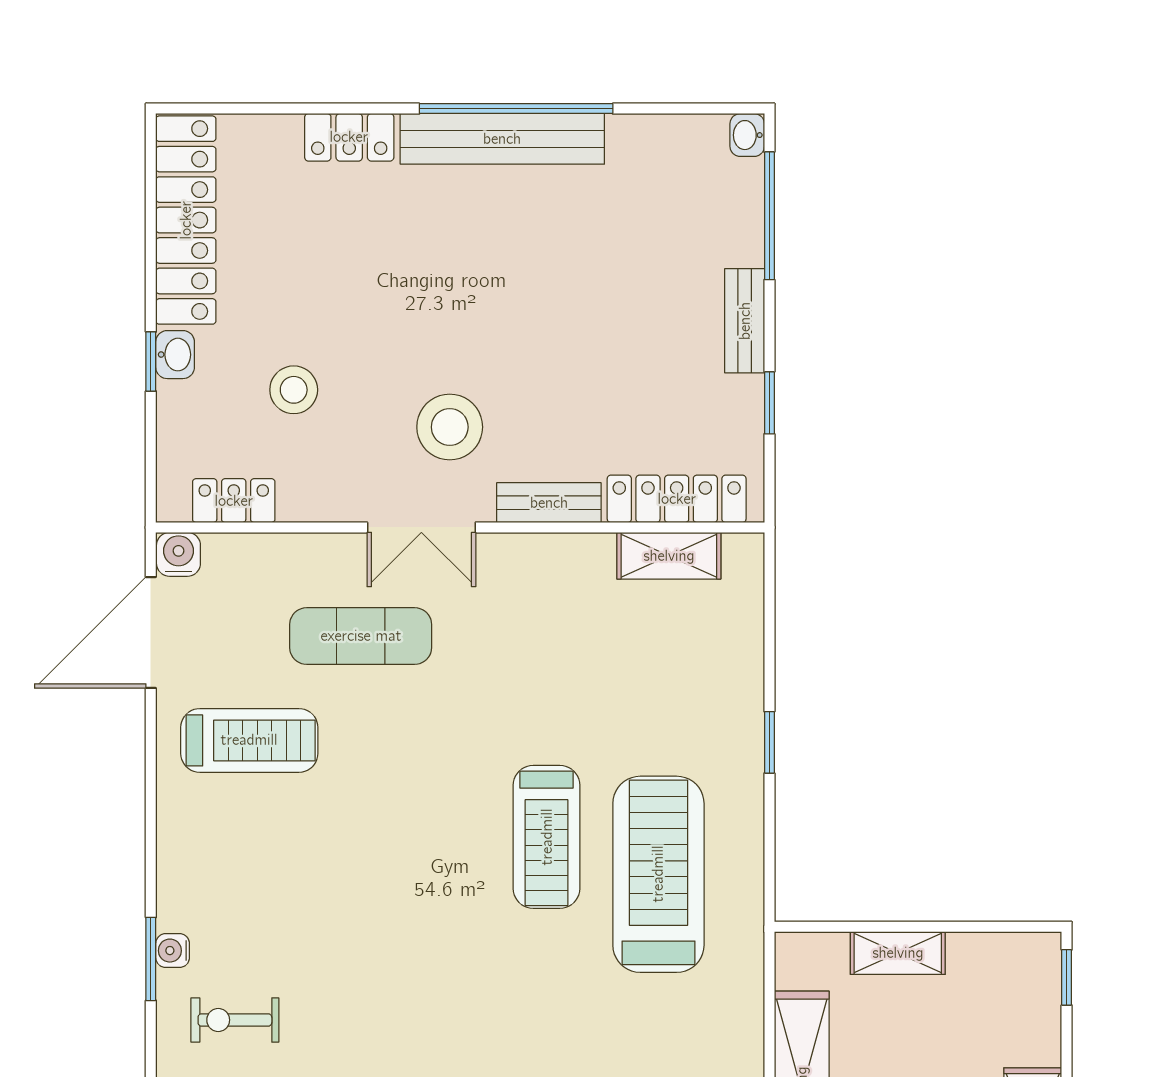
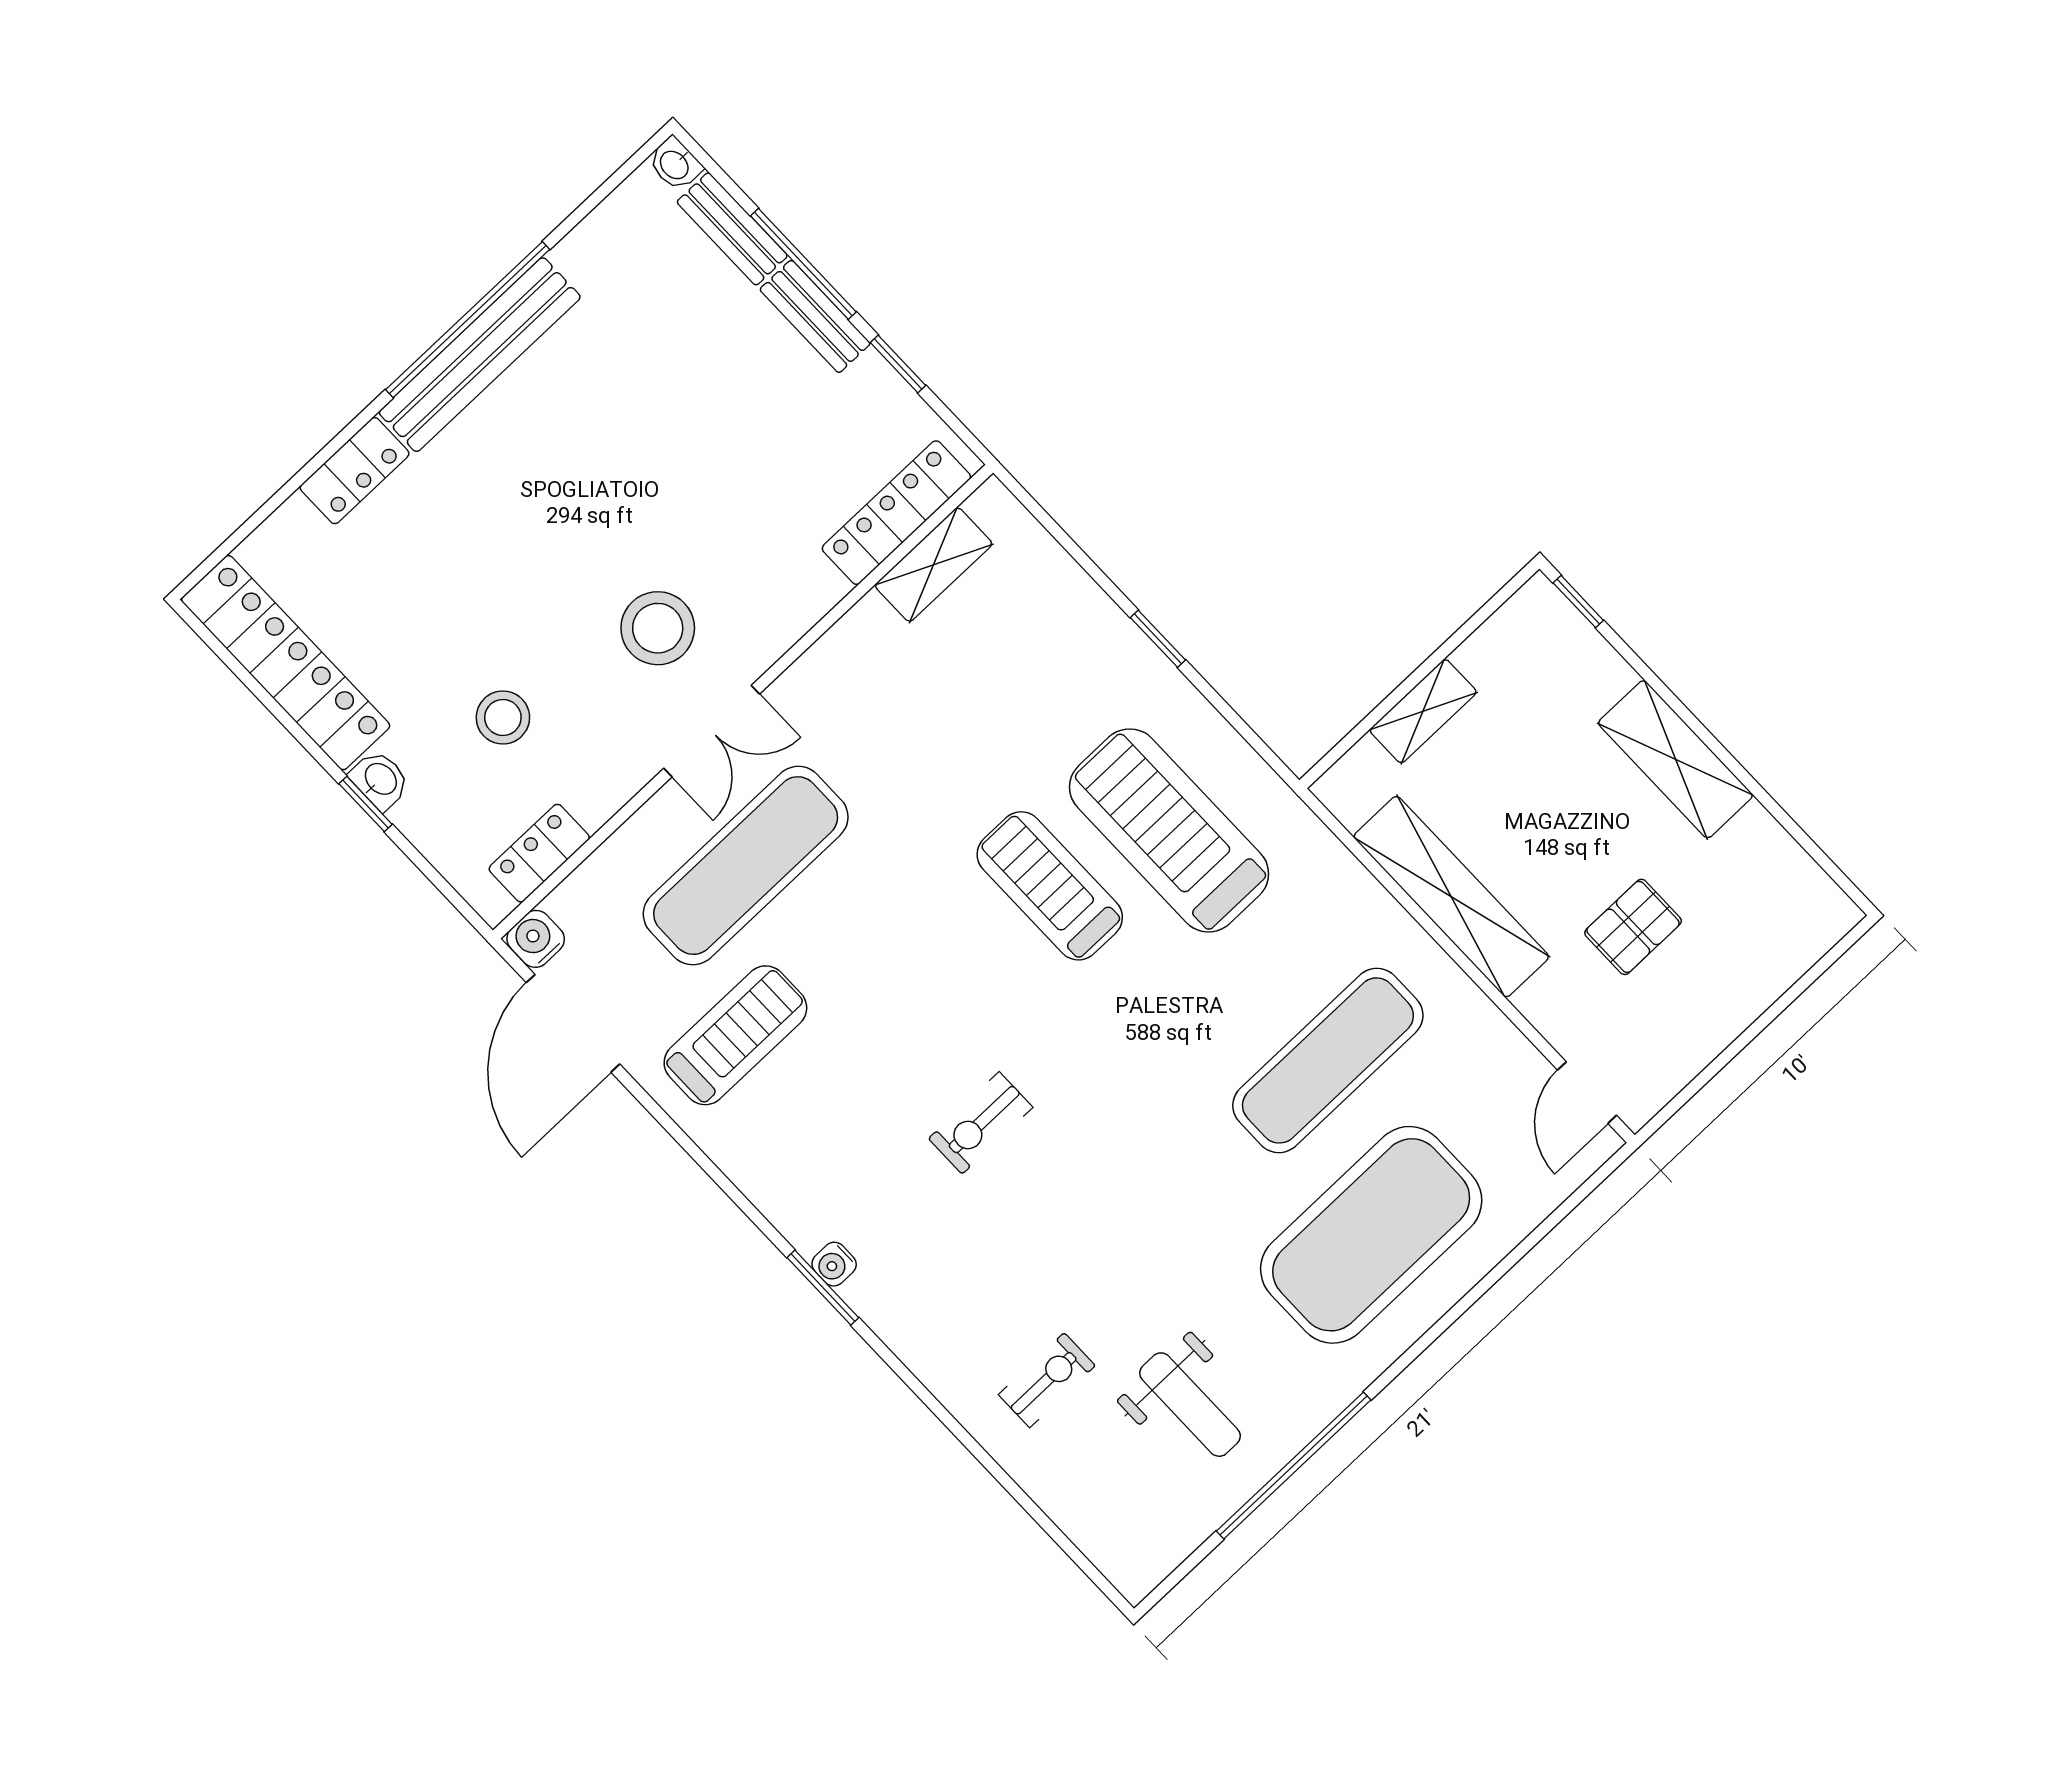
window: (769, 216) -> (803, 264), moved
bench: (549, 503) -> (732, 229), moved, turned 90
exercise mat: (361, 636) -> (746, 866), width x1.36, depth x1.45
treadmill: (547, 837) -> (1050, 886), turned 180
exercise bike: (235, 1020) -> (981, 1123), moved

